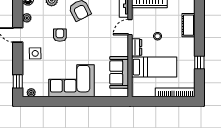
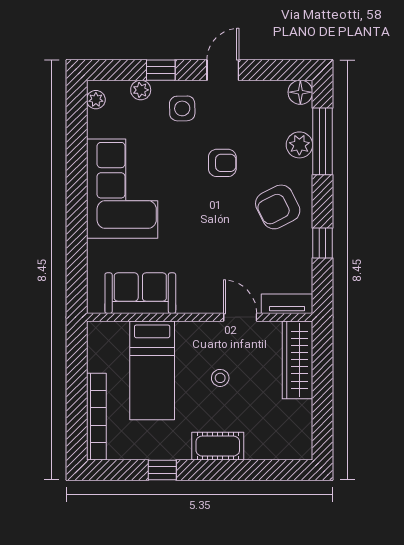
plant: (27, 18) -> (141, 90), moved
cot: (188, 25) -> (218, 446), moved
dresser: (137, 47) -> (196, 332), removed
window: (18, 81) -> (161, 70), moved

